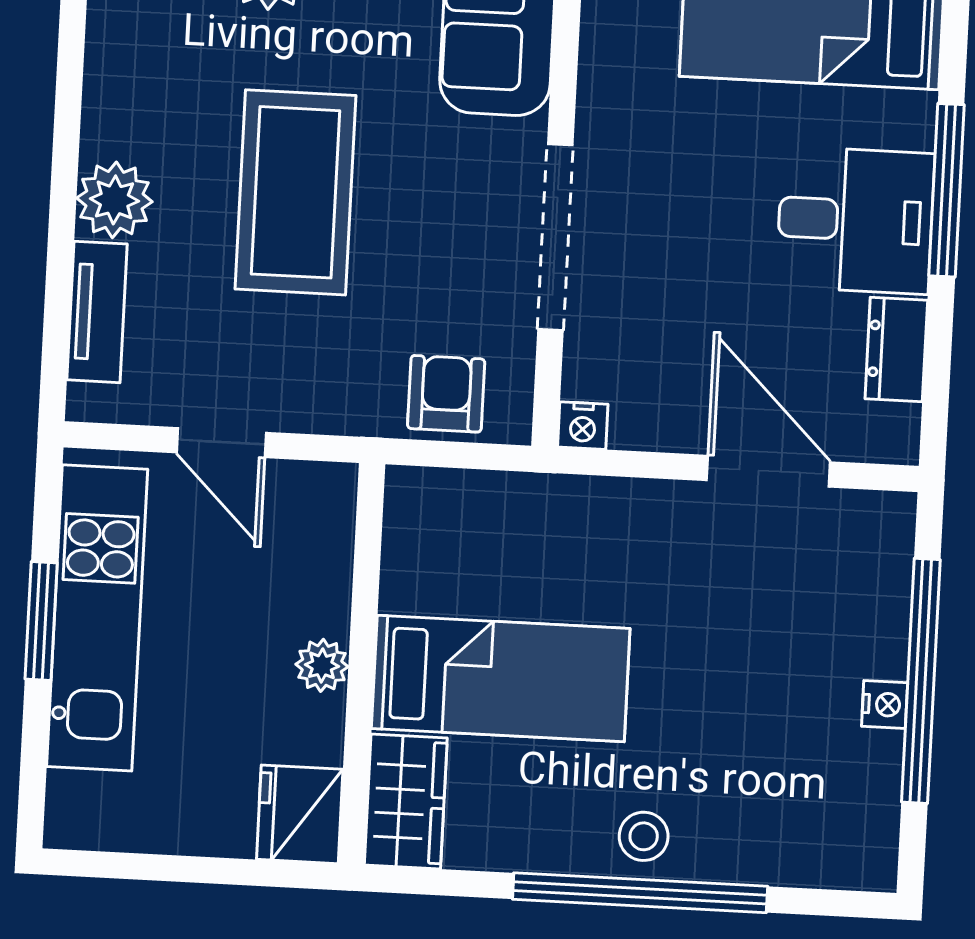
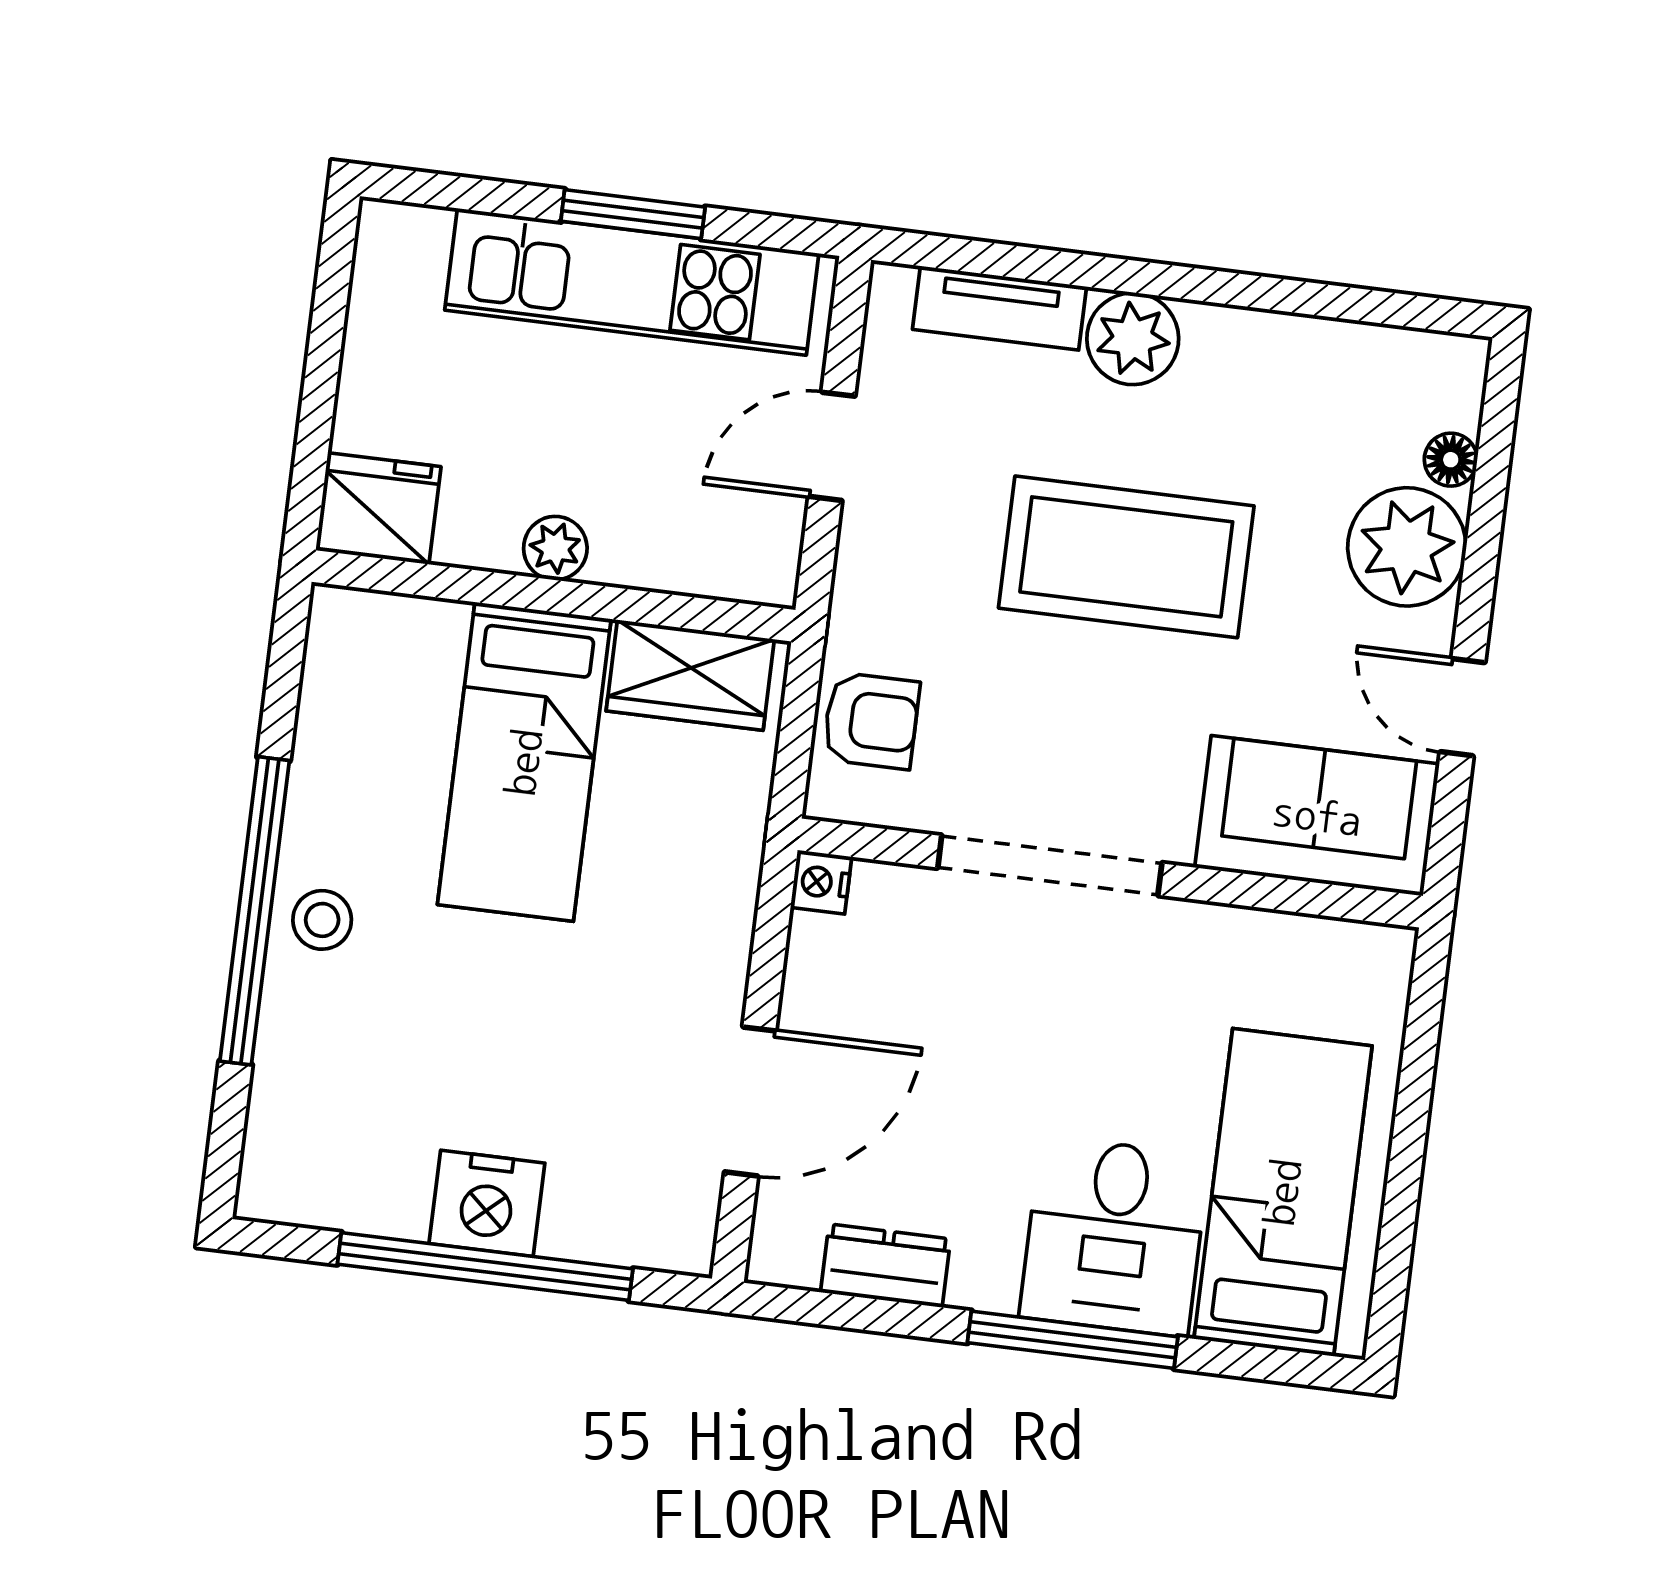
desk: (855, 220) -> (1114, 1236), moved
nightstand: (885, 705) -> (487, 1203), width x1.89, depth x1.79
wardrobe: (406, 802) -> (690, 675), moved

